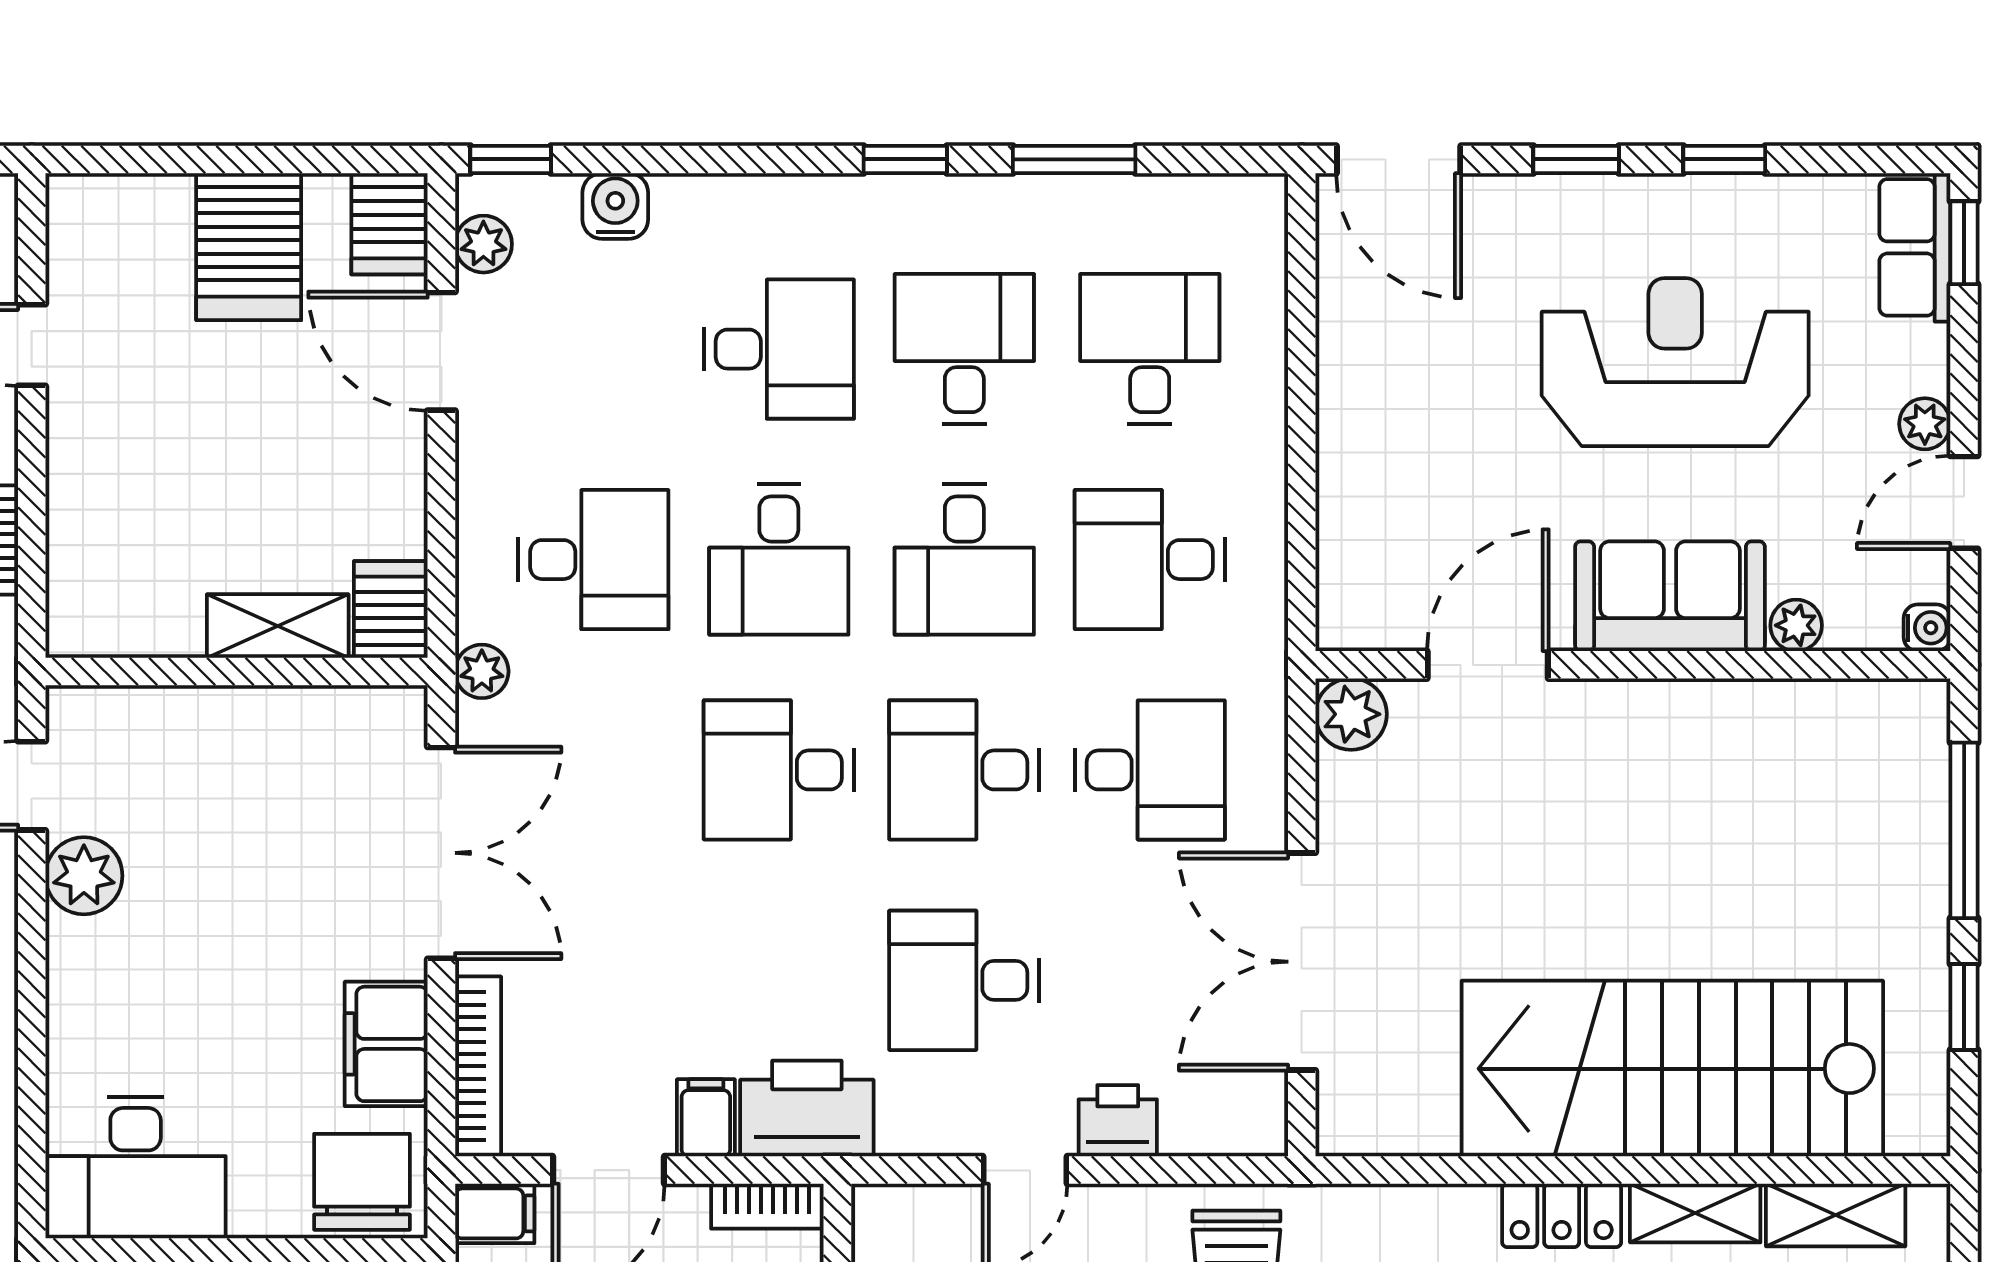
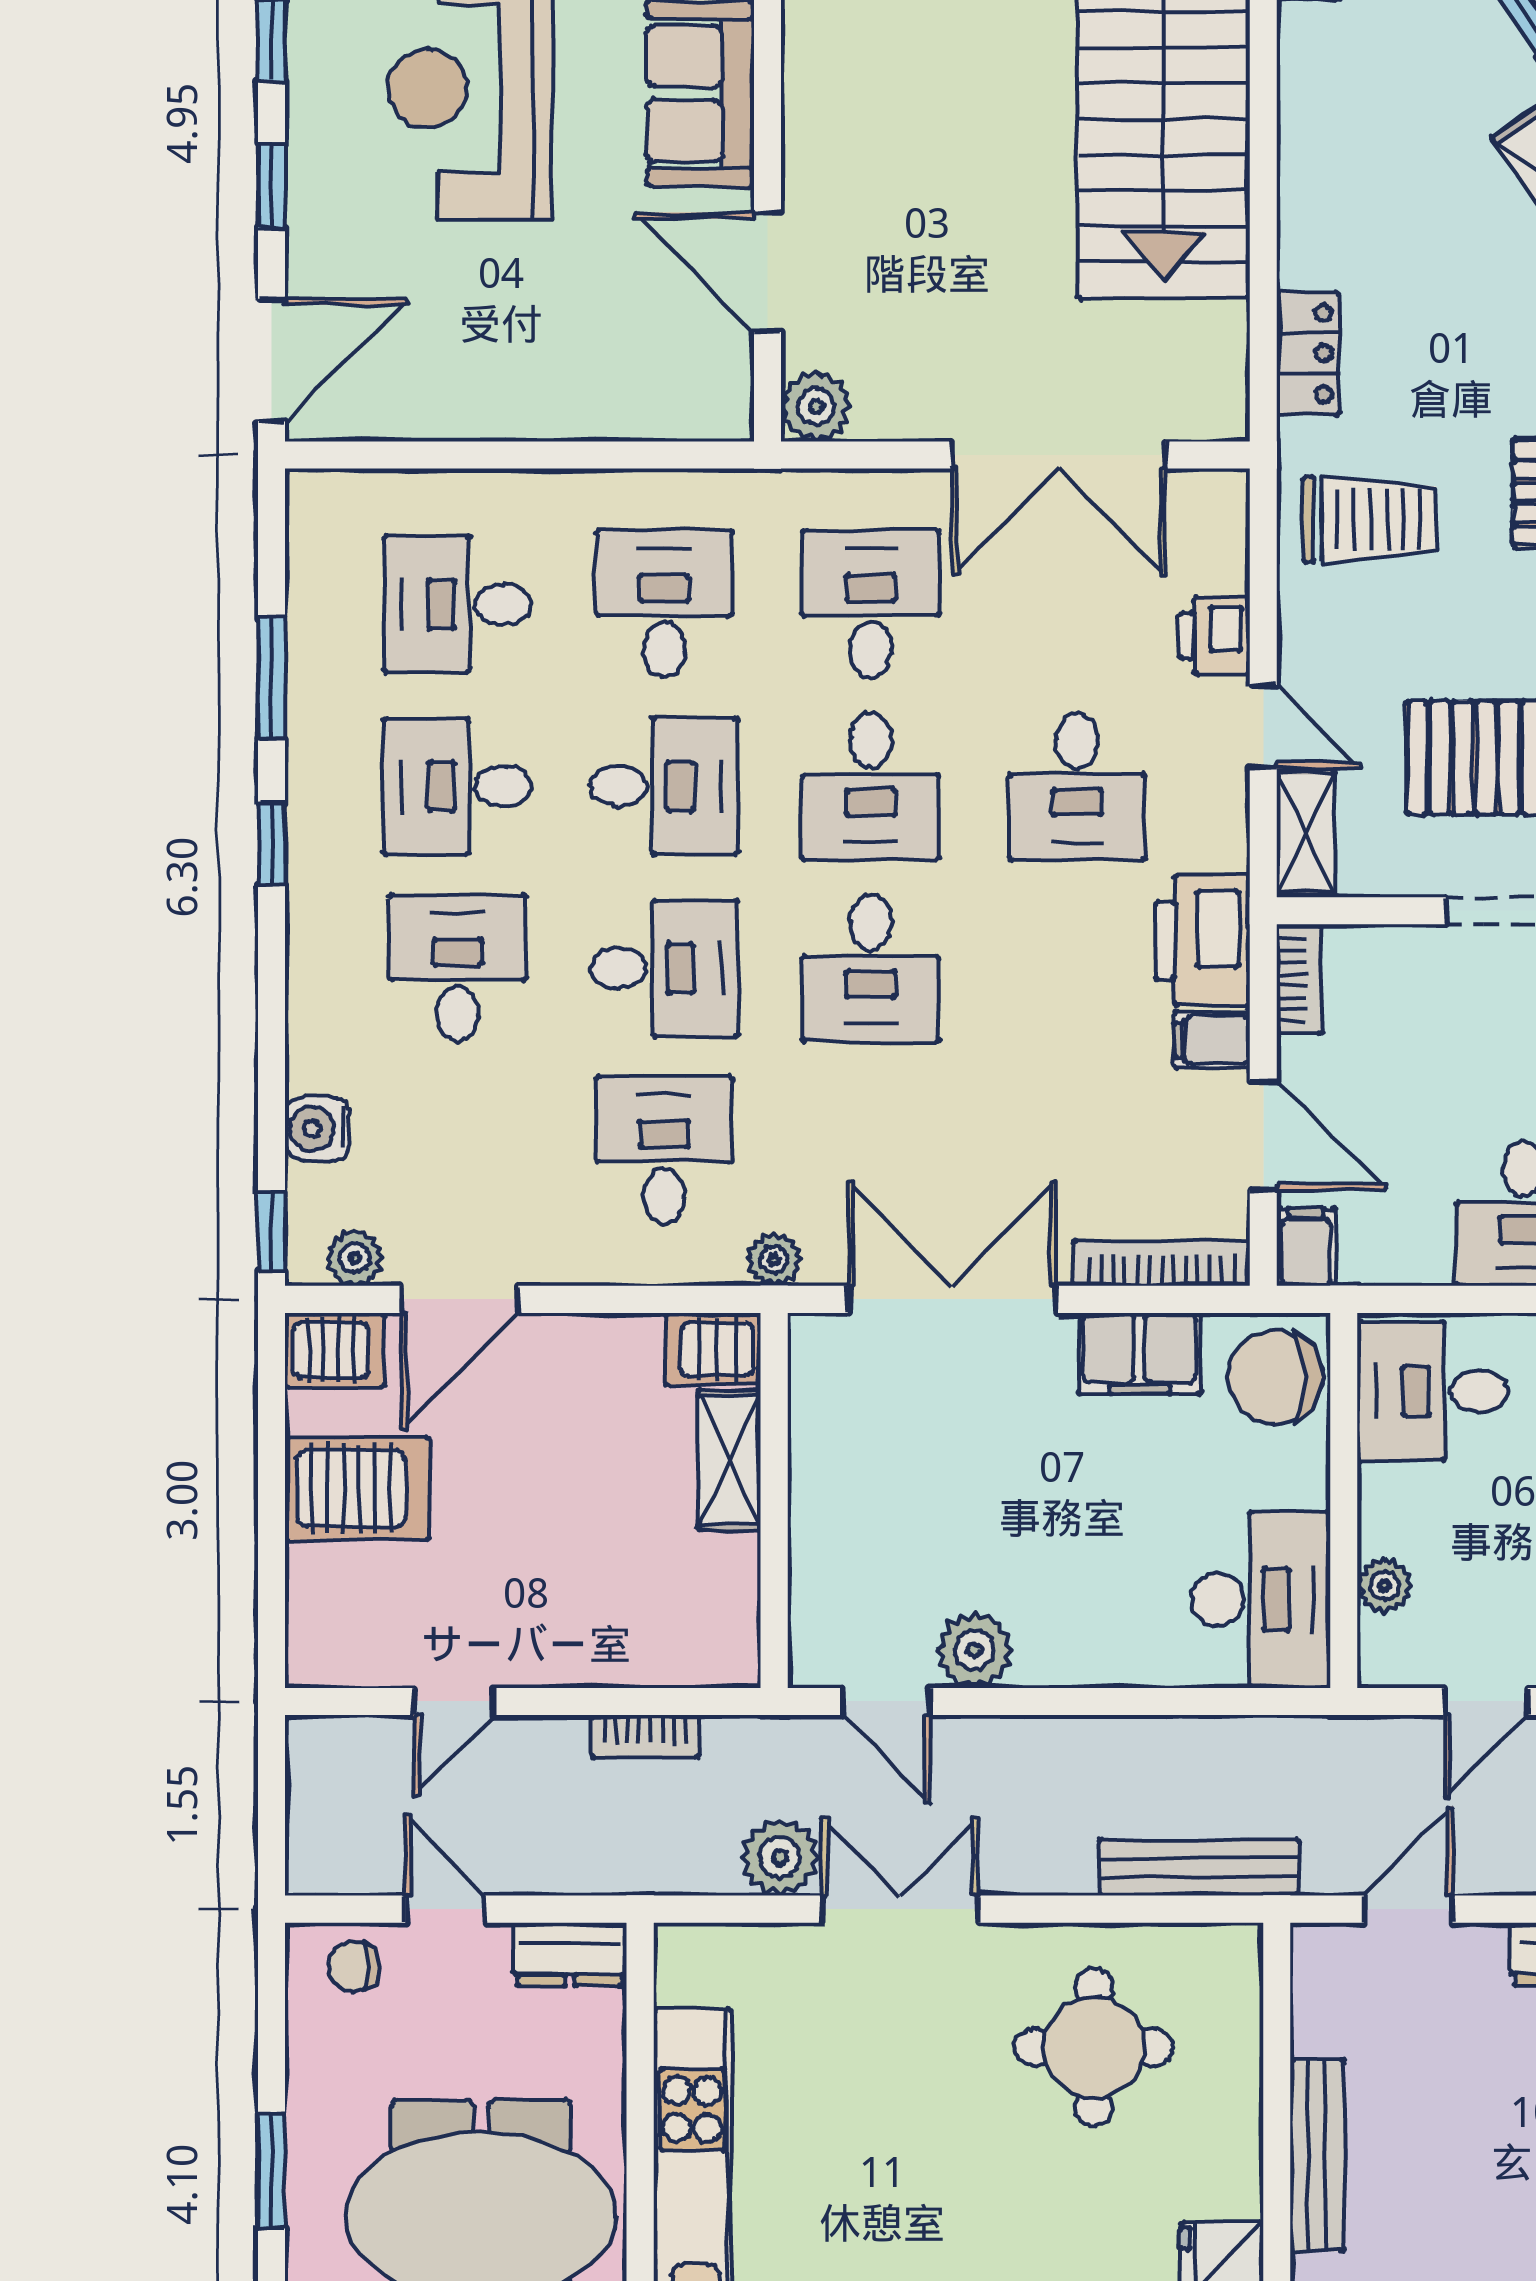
desk: (1150, 560) -> (664, 604), turned 180
shelving: (1695, 1213) -> (1305, 833), moved
locker: (1562, 1215) -> (1308, 353), moved

